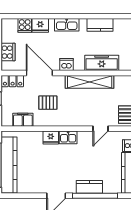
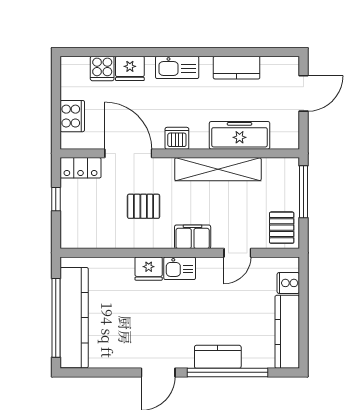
filing cabinet: (23, 120) -> (193, 237), moved

